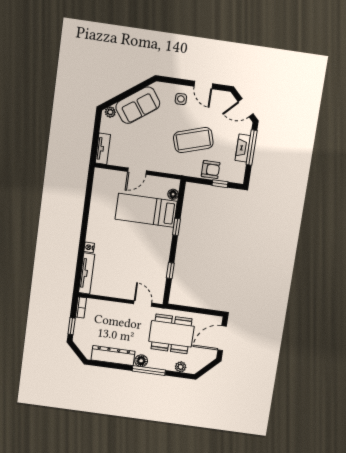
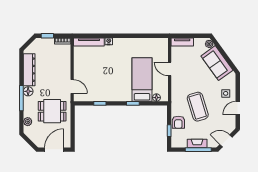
door: (246, 108) -> (226, 141), hinge flipped
door: (143, 303) -> (72, 86), hinge flipped
dining table: (172, 334) -> (52, 111), width x0.73
door: (222, 338) -> (54, 150), hinge flipped

